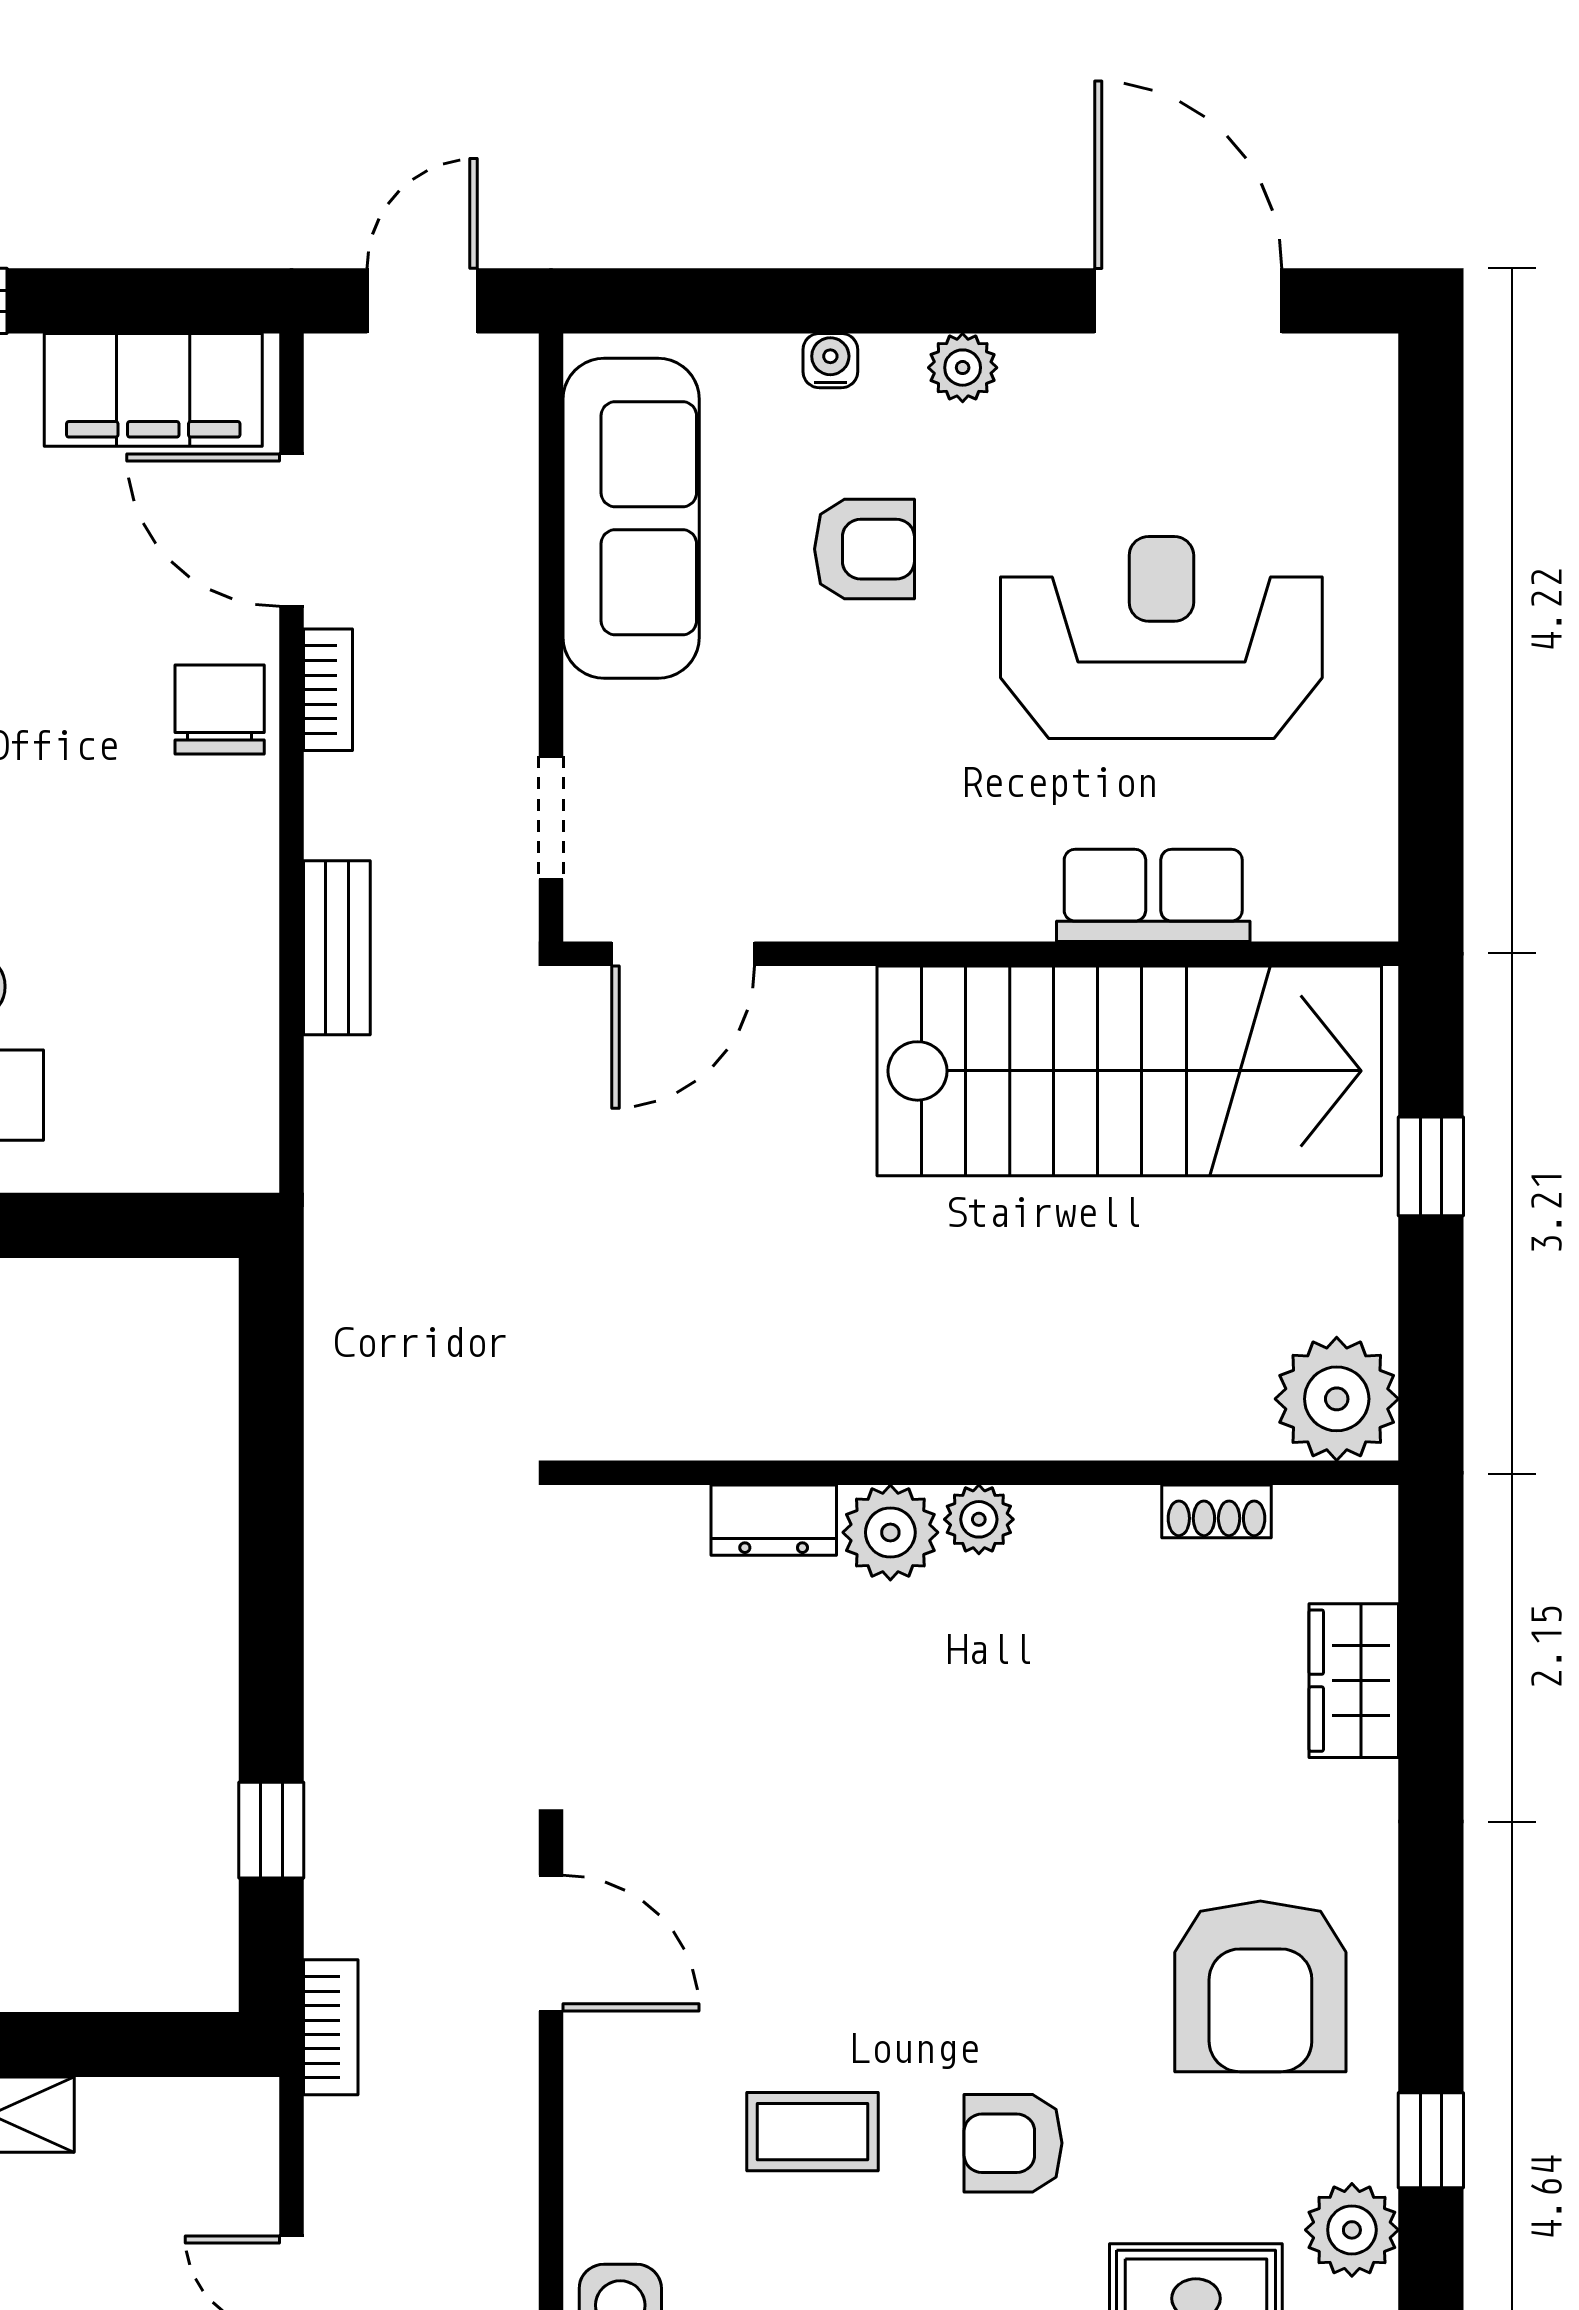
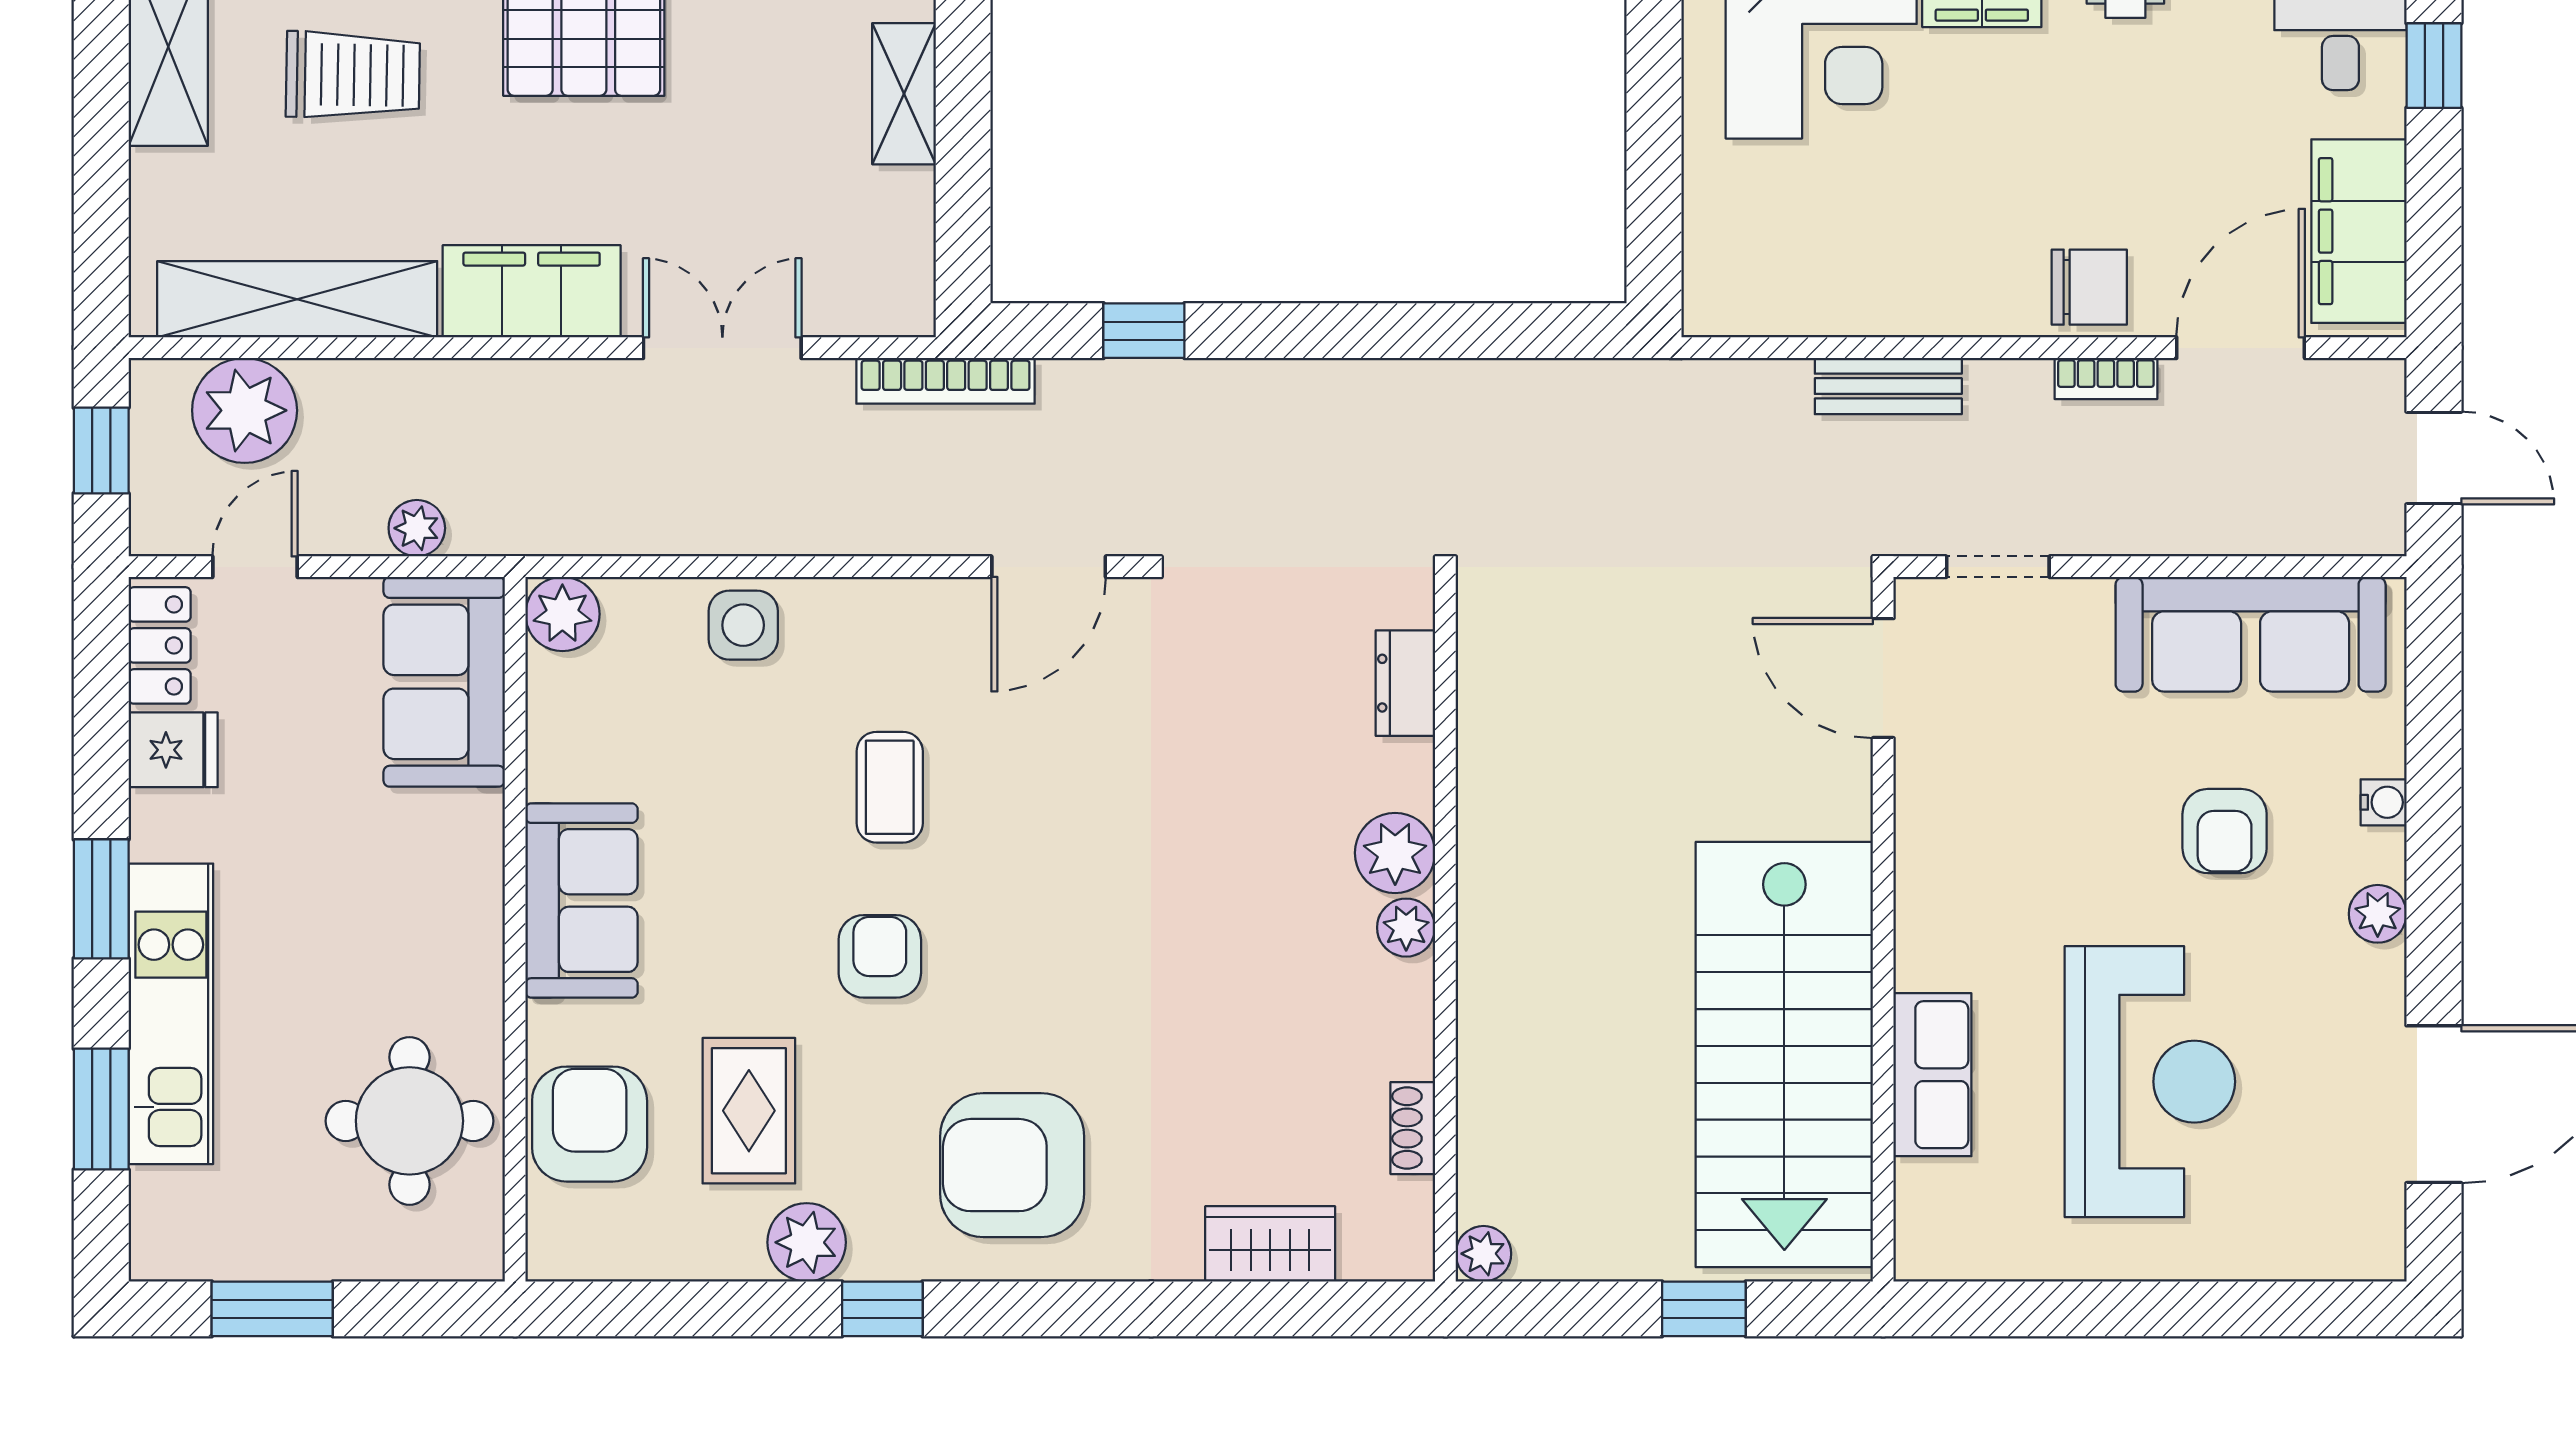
plant: (1337, 1399) -> (1483, 1254), width x0.53, depth x0.53
dresser: (774, 1520) -> (1405, 683), moved
bookcase: (331, 2027) -> (946, 381), width x1.56

